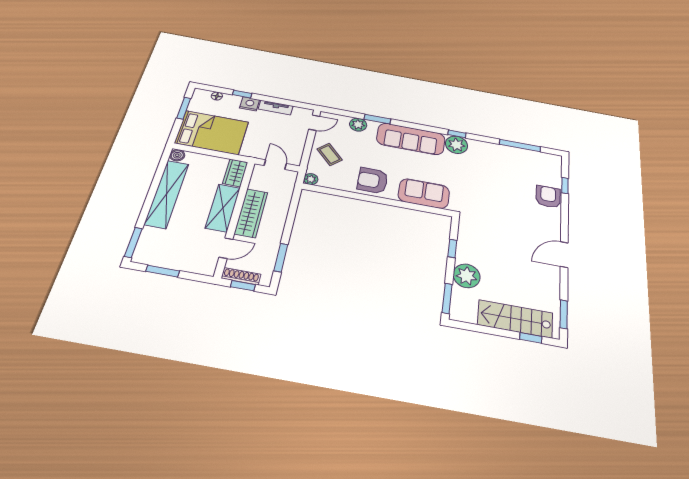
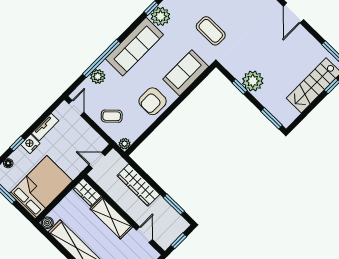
window: (377, 119) -> (101, 58), width x2.11
coffee table: (481, 192) -> (211, 31), added
wardrobe: (251, 213) -> (138, 185), moved, turned 180
shoe rack: (241, 276) -> (171, 238), removed
plant: (467, 276) -> (253, 81), moved

